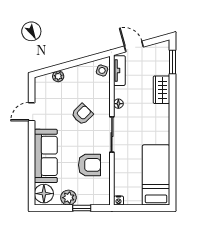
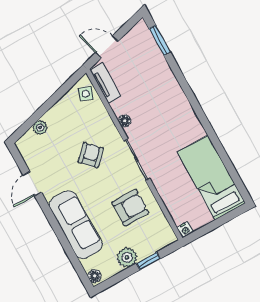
wardrobe: (162, 90) -> (165, 78), removed
floor lamp: (44, 194) -> (95, 276), width x0.53, depth x0.53

